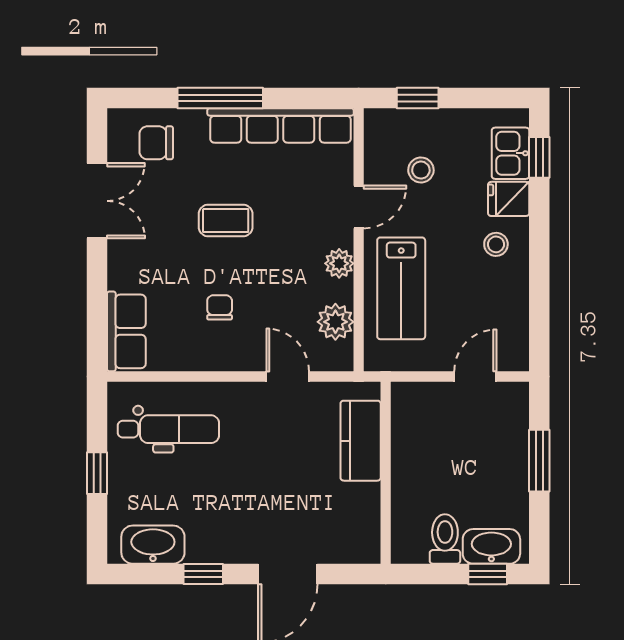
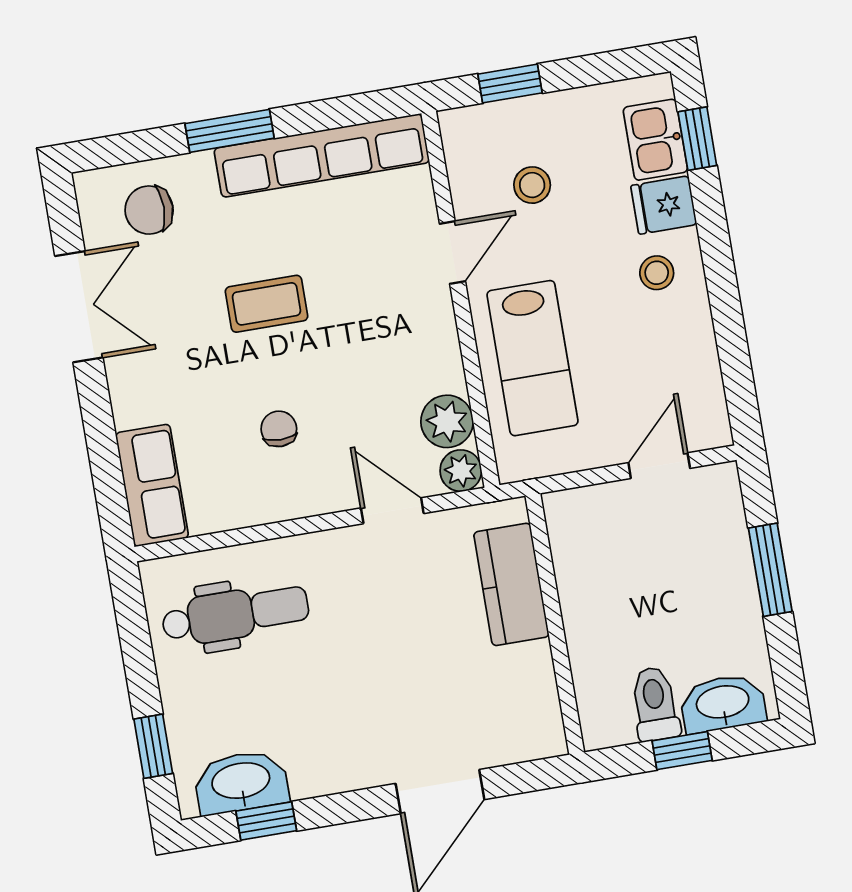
window: (220, 98) -> (230, 131), width x0.69
plant: (339, 263) -> (461, 471), moved
window: (97, 473) -> (153, 746), moved
window: (203, 574) -> (266, 821), moved
window: (488, 574) -> (682, 751), moved

